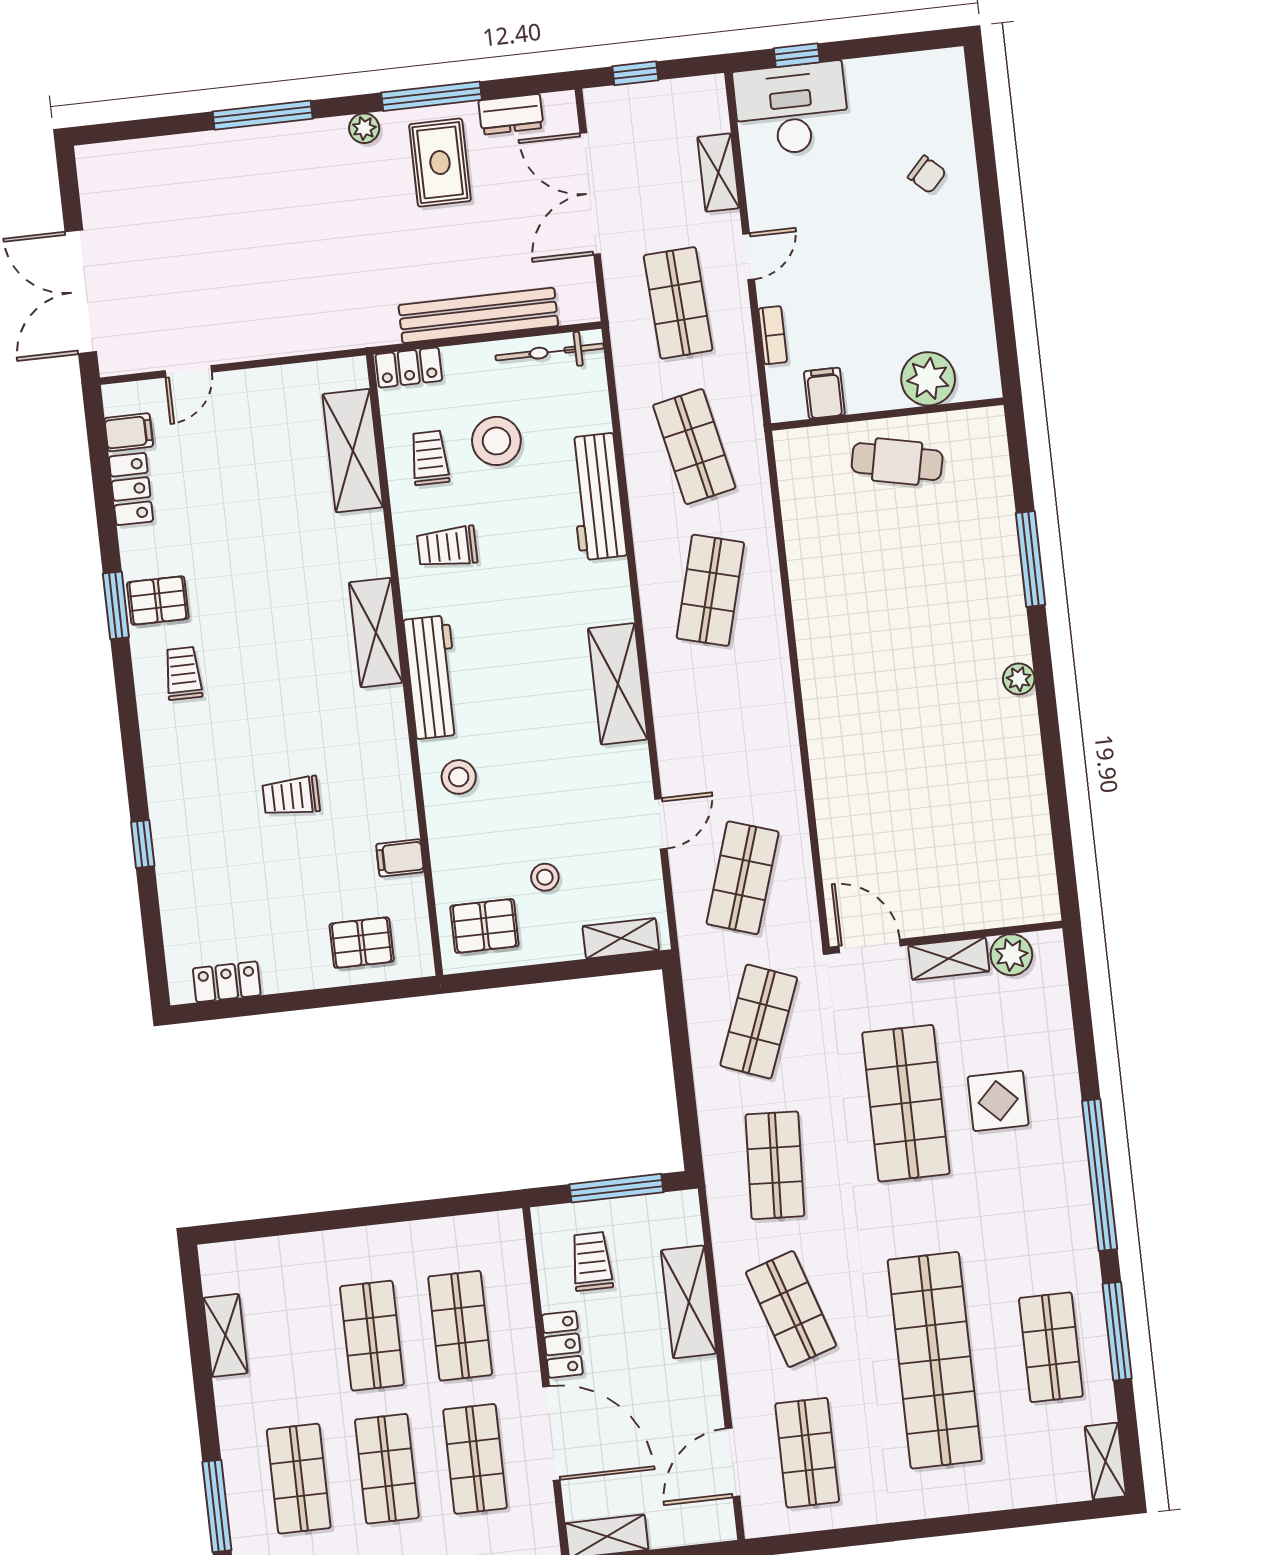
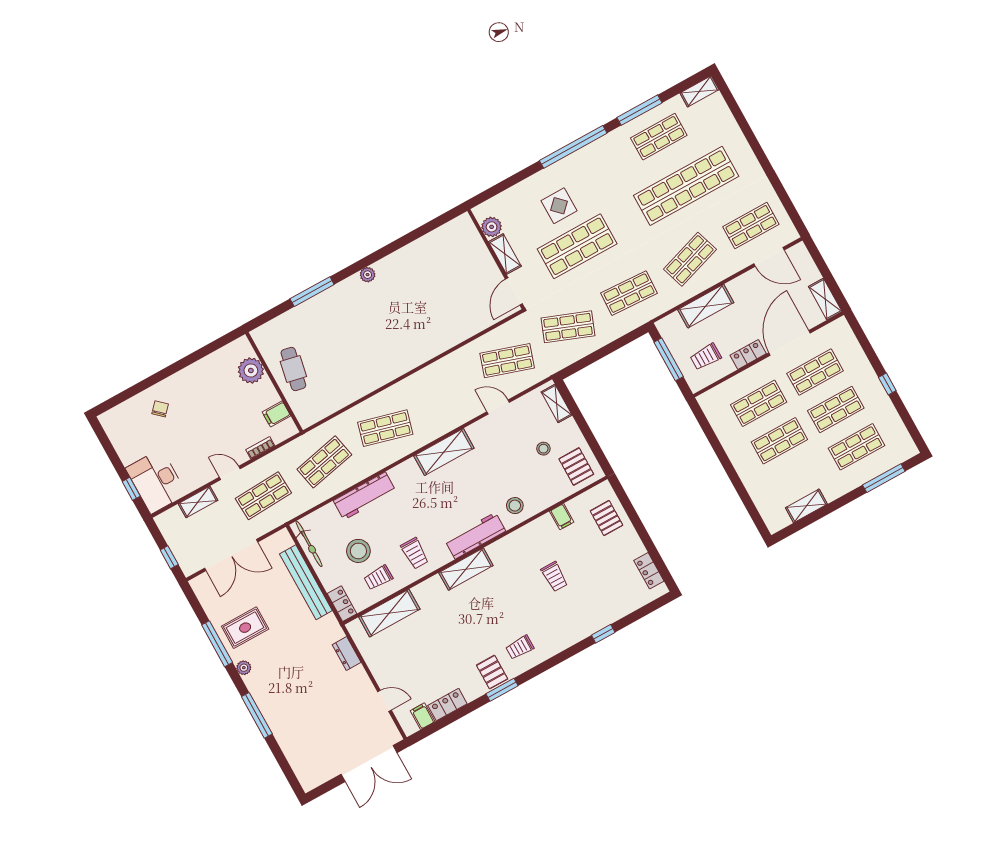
dresser: (511, 114) -> (347, 653), moved, turned 180

